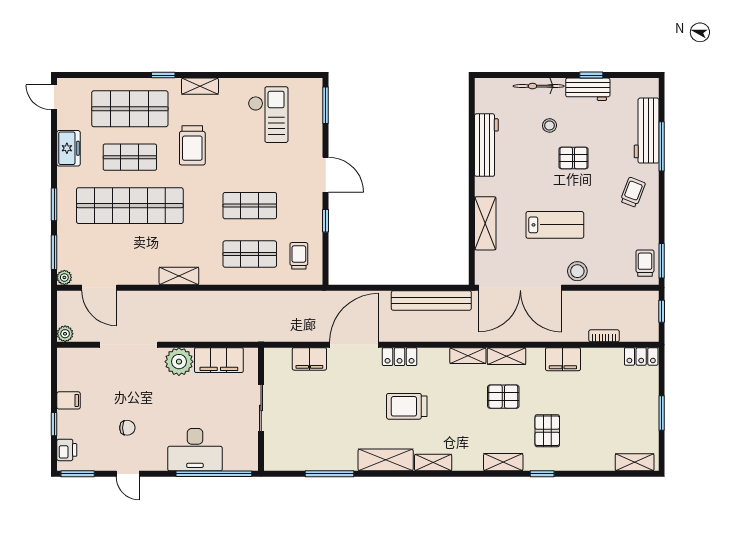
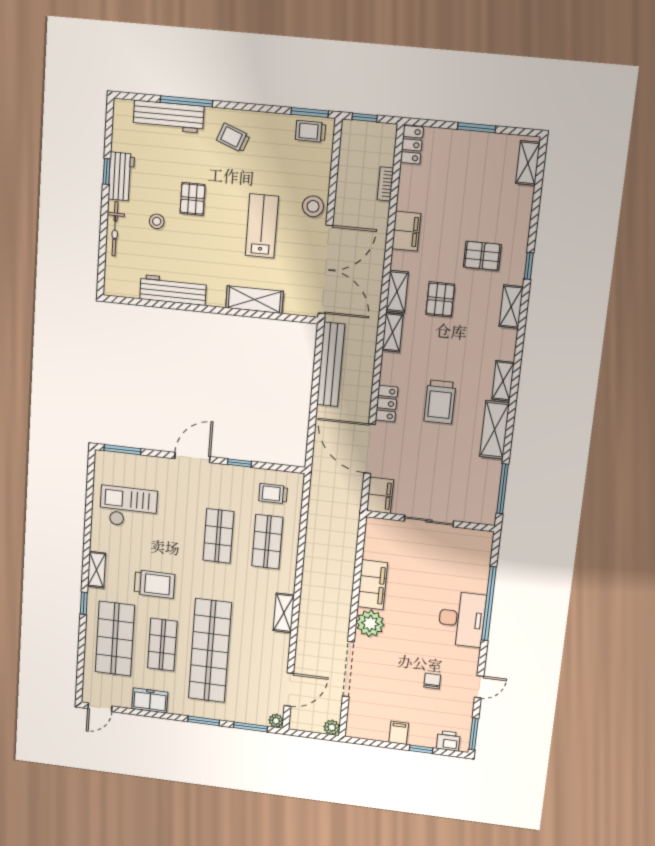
sliding door: (261, 408) -> (429, 521), moved
wall: (261, 409) -> (430, 521), moved

